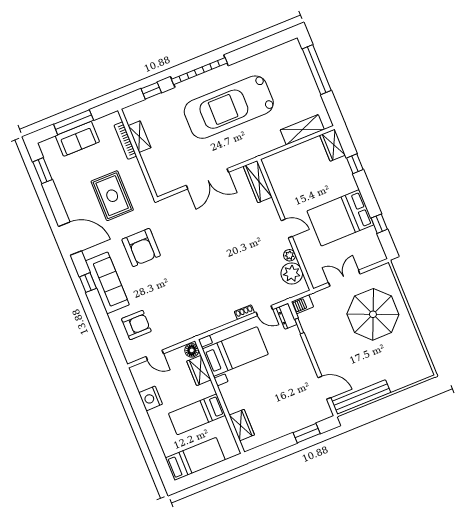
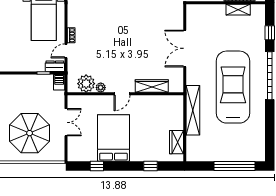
shelving: (302, 130) -> (193, 110), moved, width x1.47
wardrobe: (332, 145) -> (177, 142), moved, turned -90
wardrobe: (258, 182) -> (152, 86), moved

